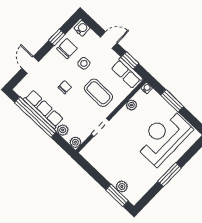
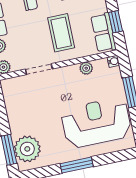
plant: (122, 186) -> (27, 149), width x1.87, depth x1.87

